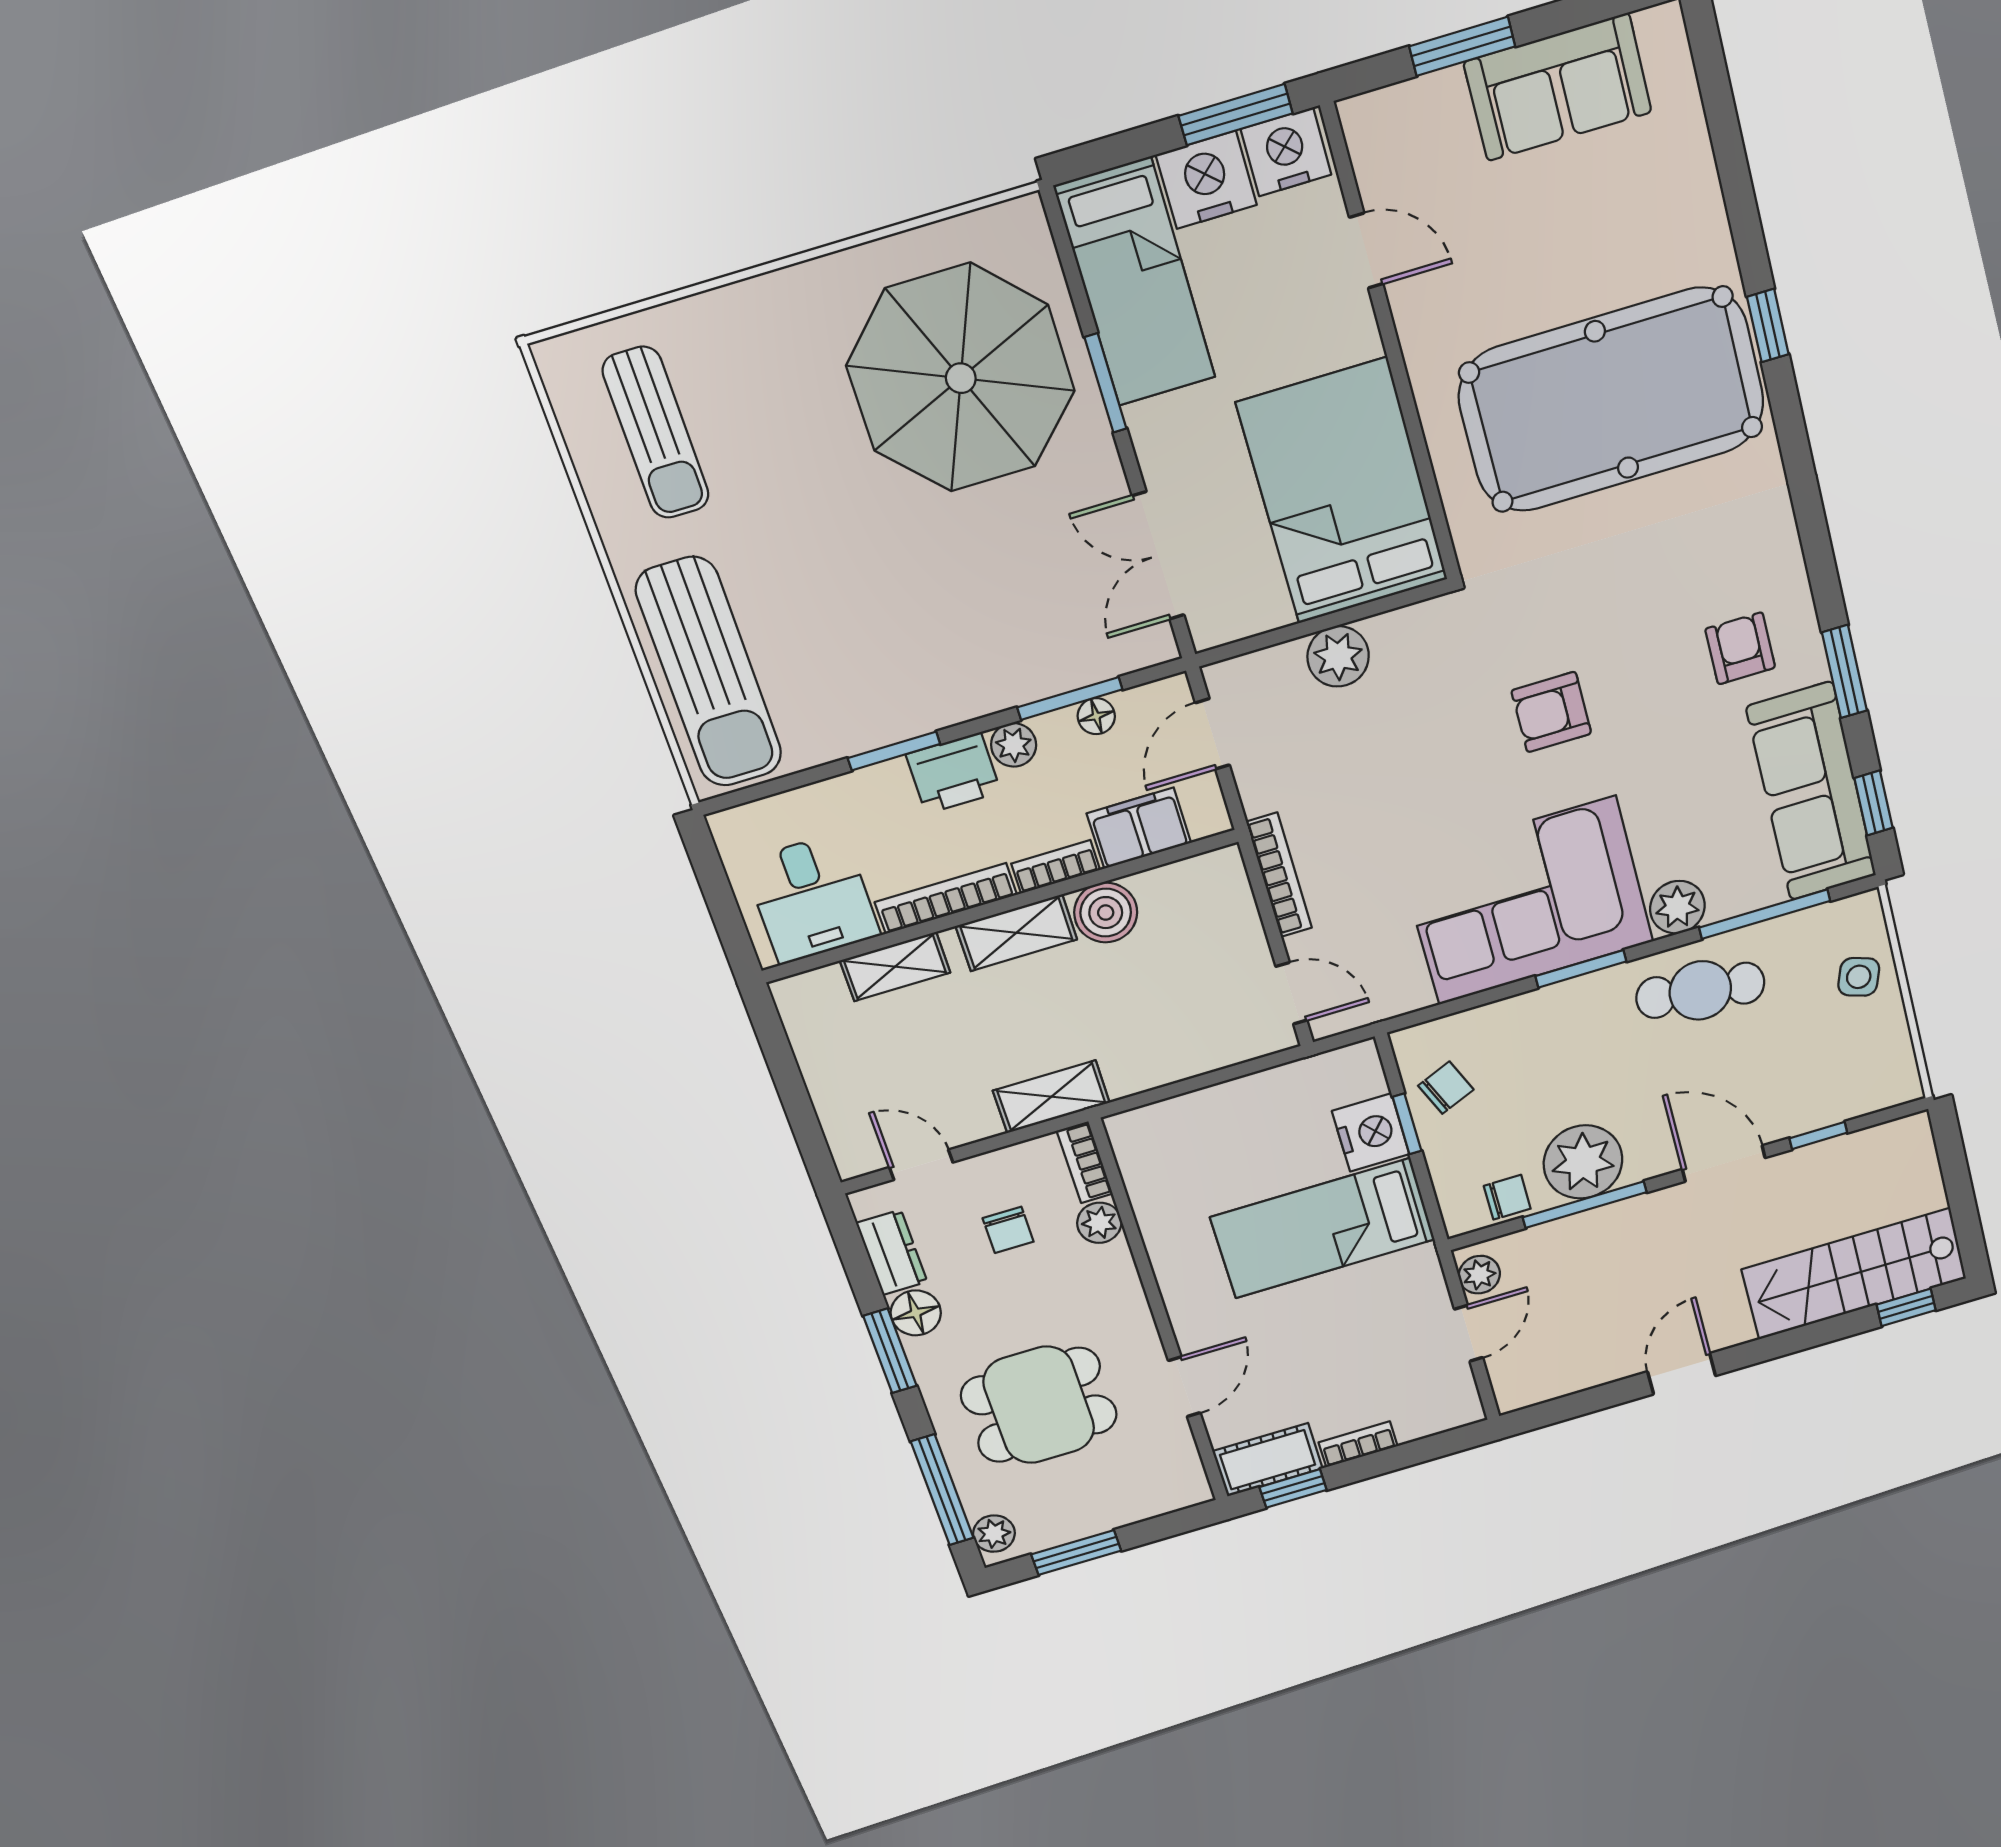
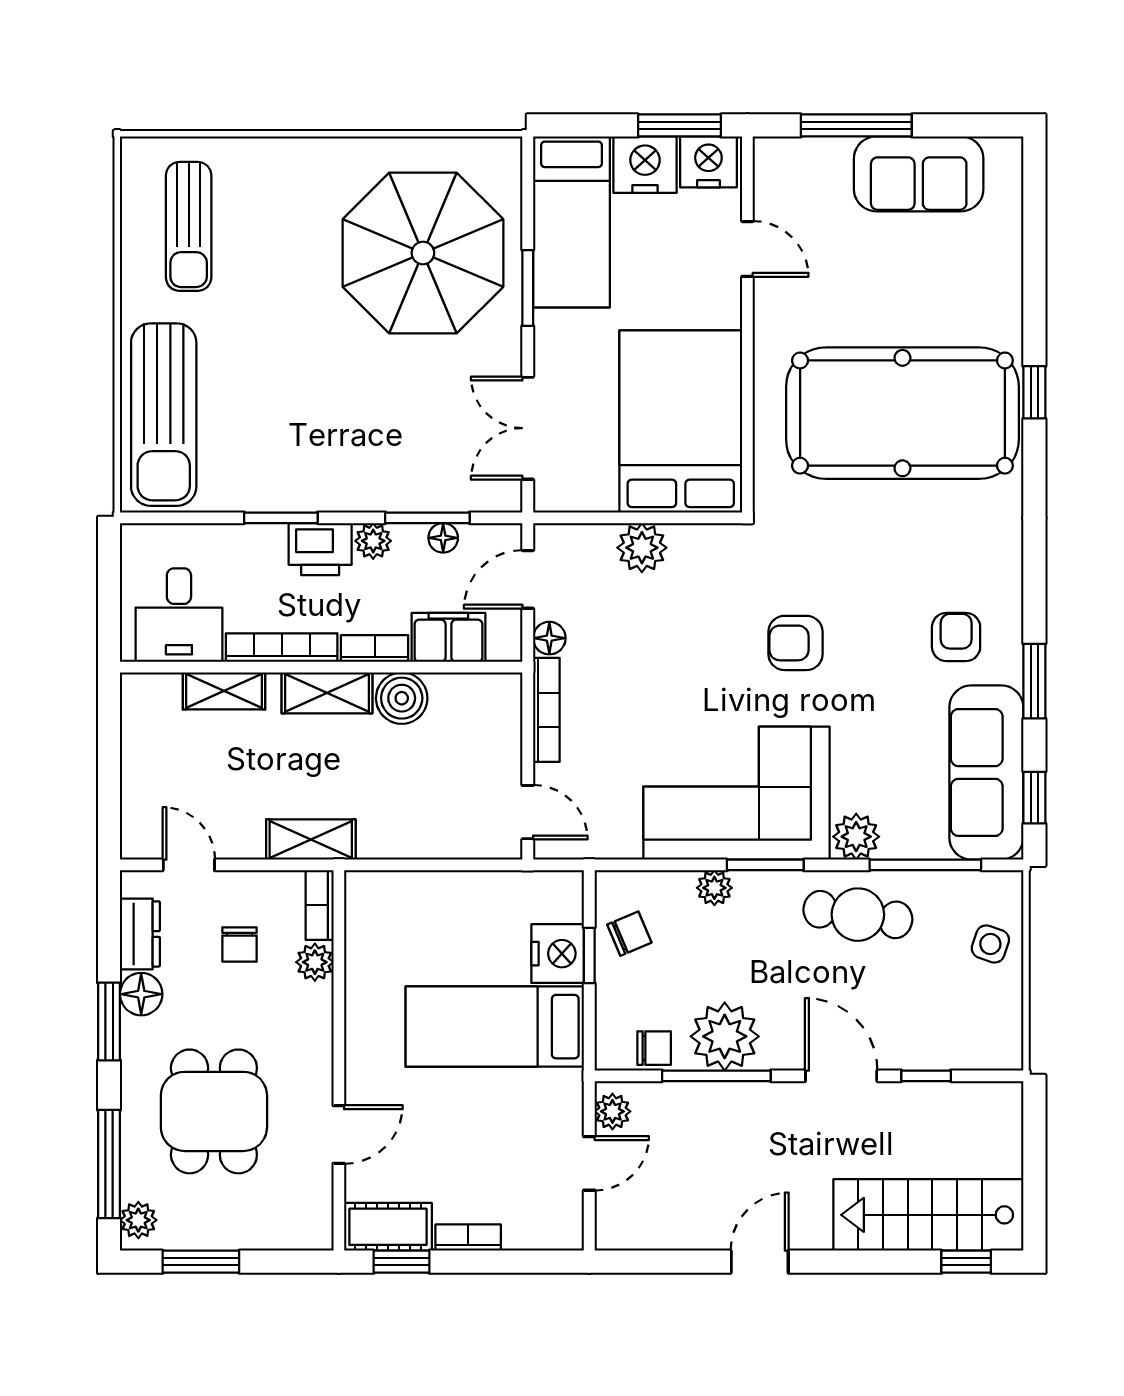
window: (1462, 46) -> (856, 125), width x1.44
floor lamp: (1258, 793) -> (549, 638), added
plant: (1529, 1011) -> (714, 888), added
dining table: (1039, 1405) -> (214, 1111), turned 90

